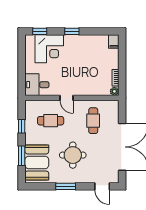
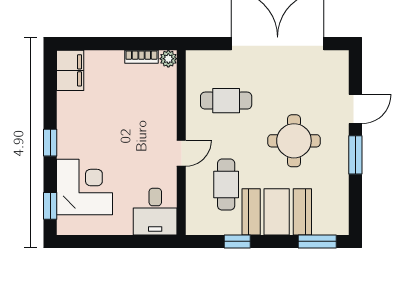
filing cabinet: (114, 41) -> (70, 70), width x2.00
window: (22, 156) -> (317, 241), moved
booth: (37, 162) -> (277, 212), moved
door: (102, 186) -> (355, 109), moved

